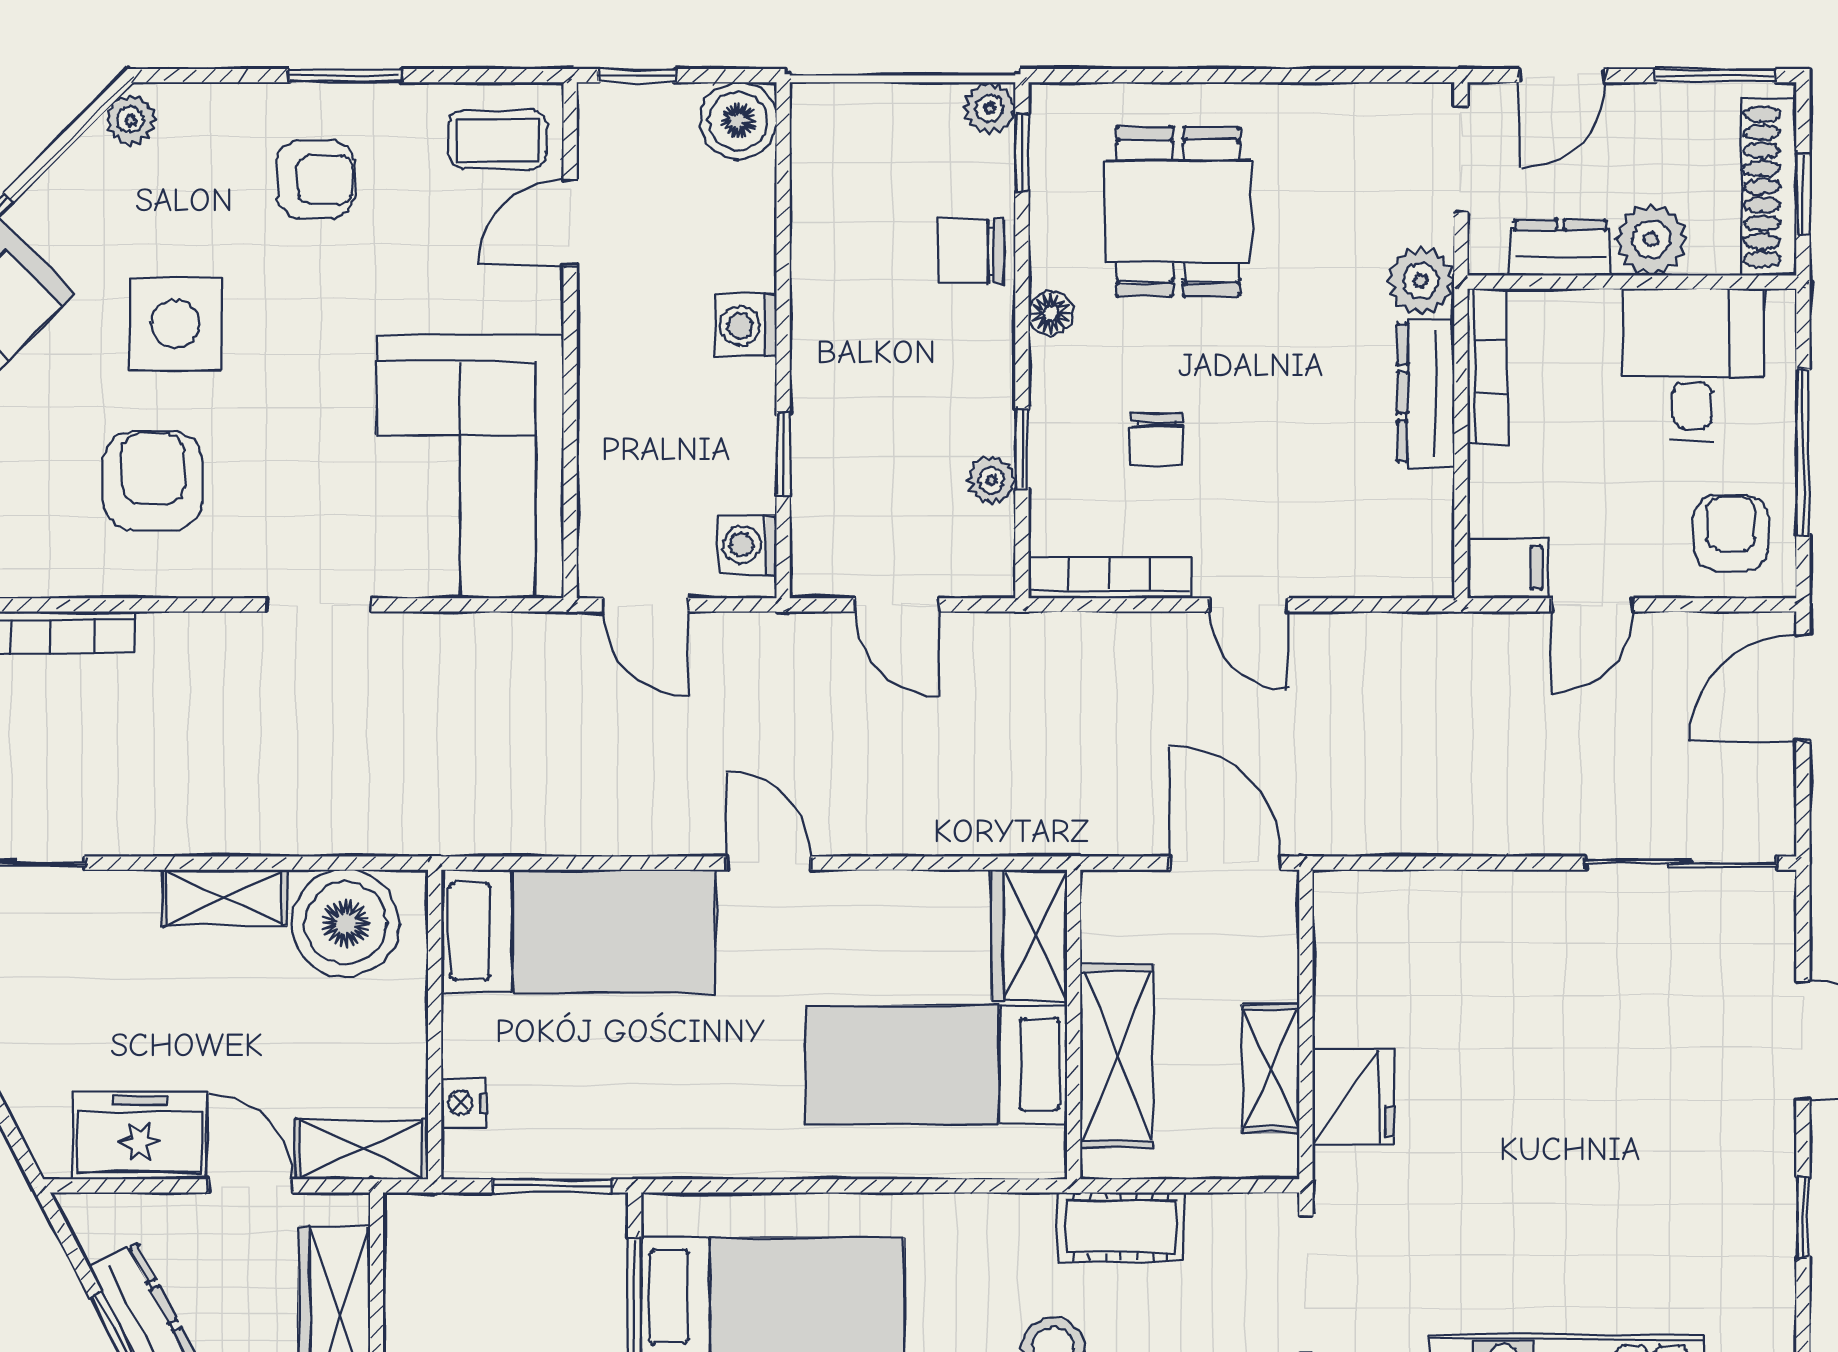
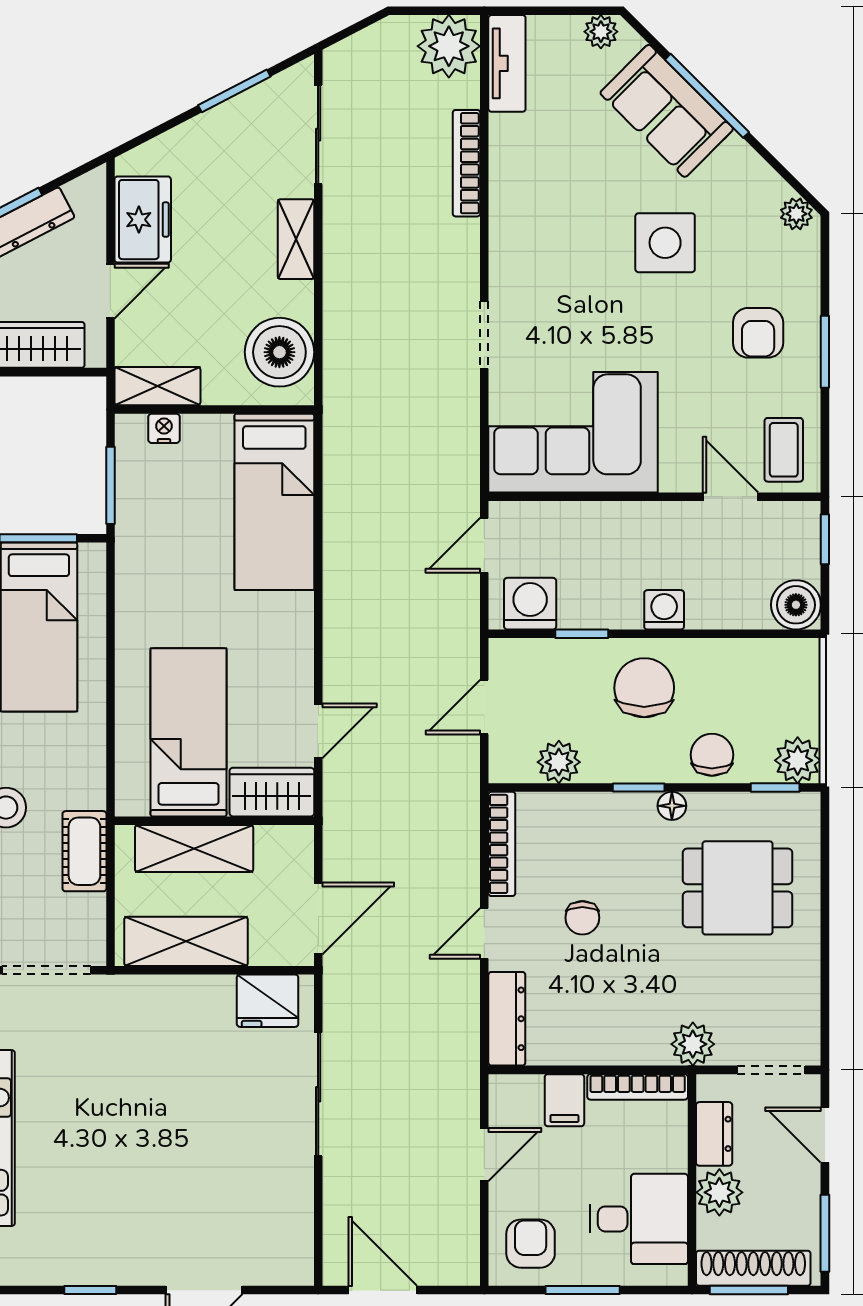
plant: (989, 108) -> (798, 760), width x1.38, depth x1.38
window: (1803, 194) -> (749, 1290), width x1.50
chair: (867, 356) -> (644, 688), added
dresser: (1426, 393) -> (507, 1019), moved, turned 90
chair: (1157, 439) -> (582, 918), moved, turned -90
window: (1022, 449) -> (639, 787), moved
window: (1803, 452) -> (583, 1290), width x0.69
plant: (991, 480) -> (559, 762), width x1.38, depth x1.38
armchair: (153, 481) -> (564, 228), removed
armchair: (1731, 533) -> (531, 1244), turned -90
washing machine: (747, 545) -> (530, 604), width x1.38, depth x1.38
filing cabinet: (1508, 568) -> (564, 1100), moved
door: (1592, 605) -> (484, 1155), swing flipped
door: (1803, 688) -> (383, 1290), moved
door: (768, 863) -> (318, 731), moved
sliding door: (1681, 863) -> (318, 1094), moved
shelving: (224, 898) -> (296, 239), moved
shelving: (1271, 1068) -> (186, 941), width x1.50, depth x1.33
fridge: (1353, 1097) -> (268, 1001), moved
shelving: (362, 1149) -> (157, 386), moved, turned 90

